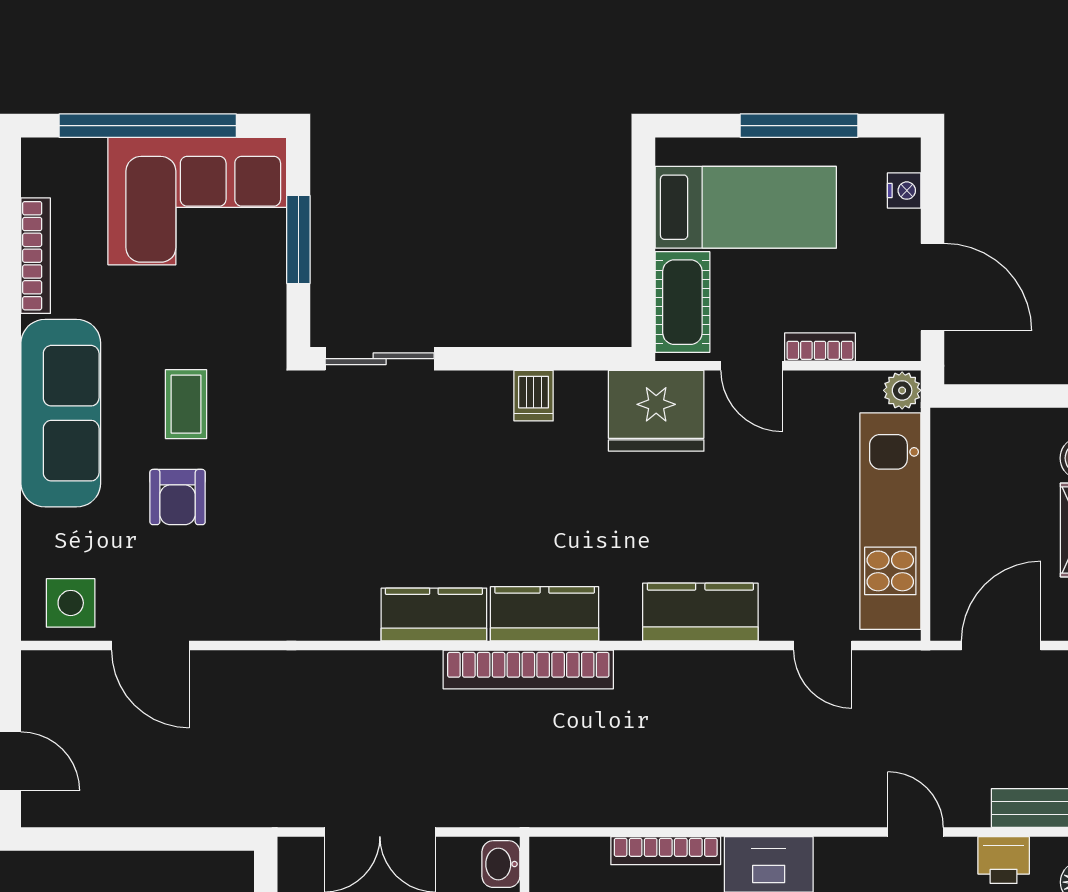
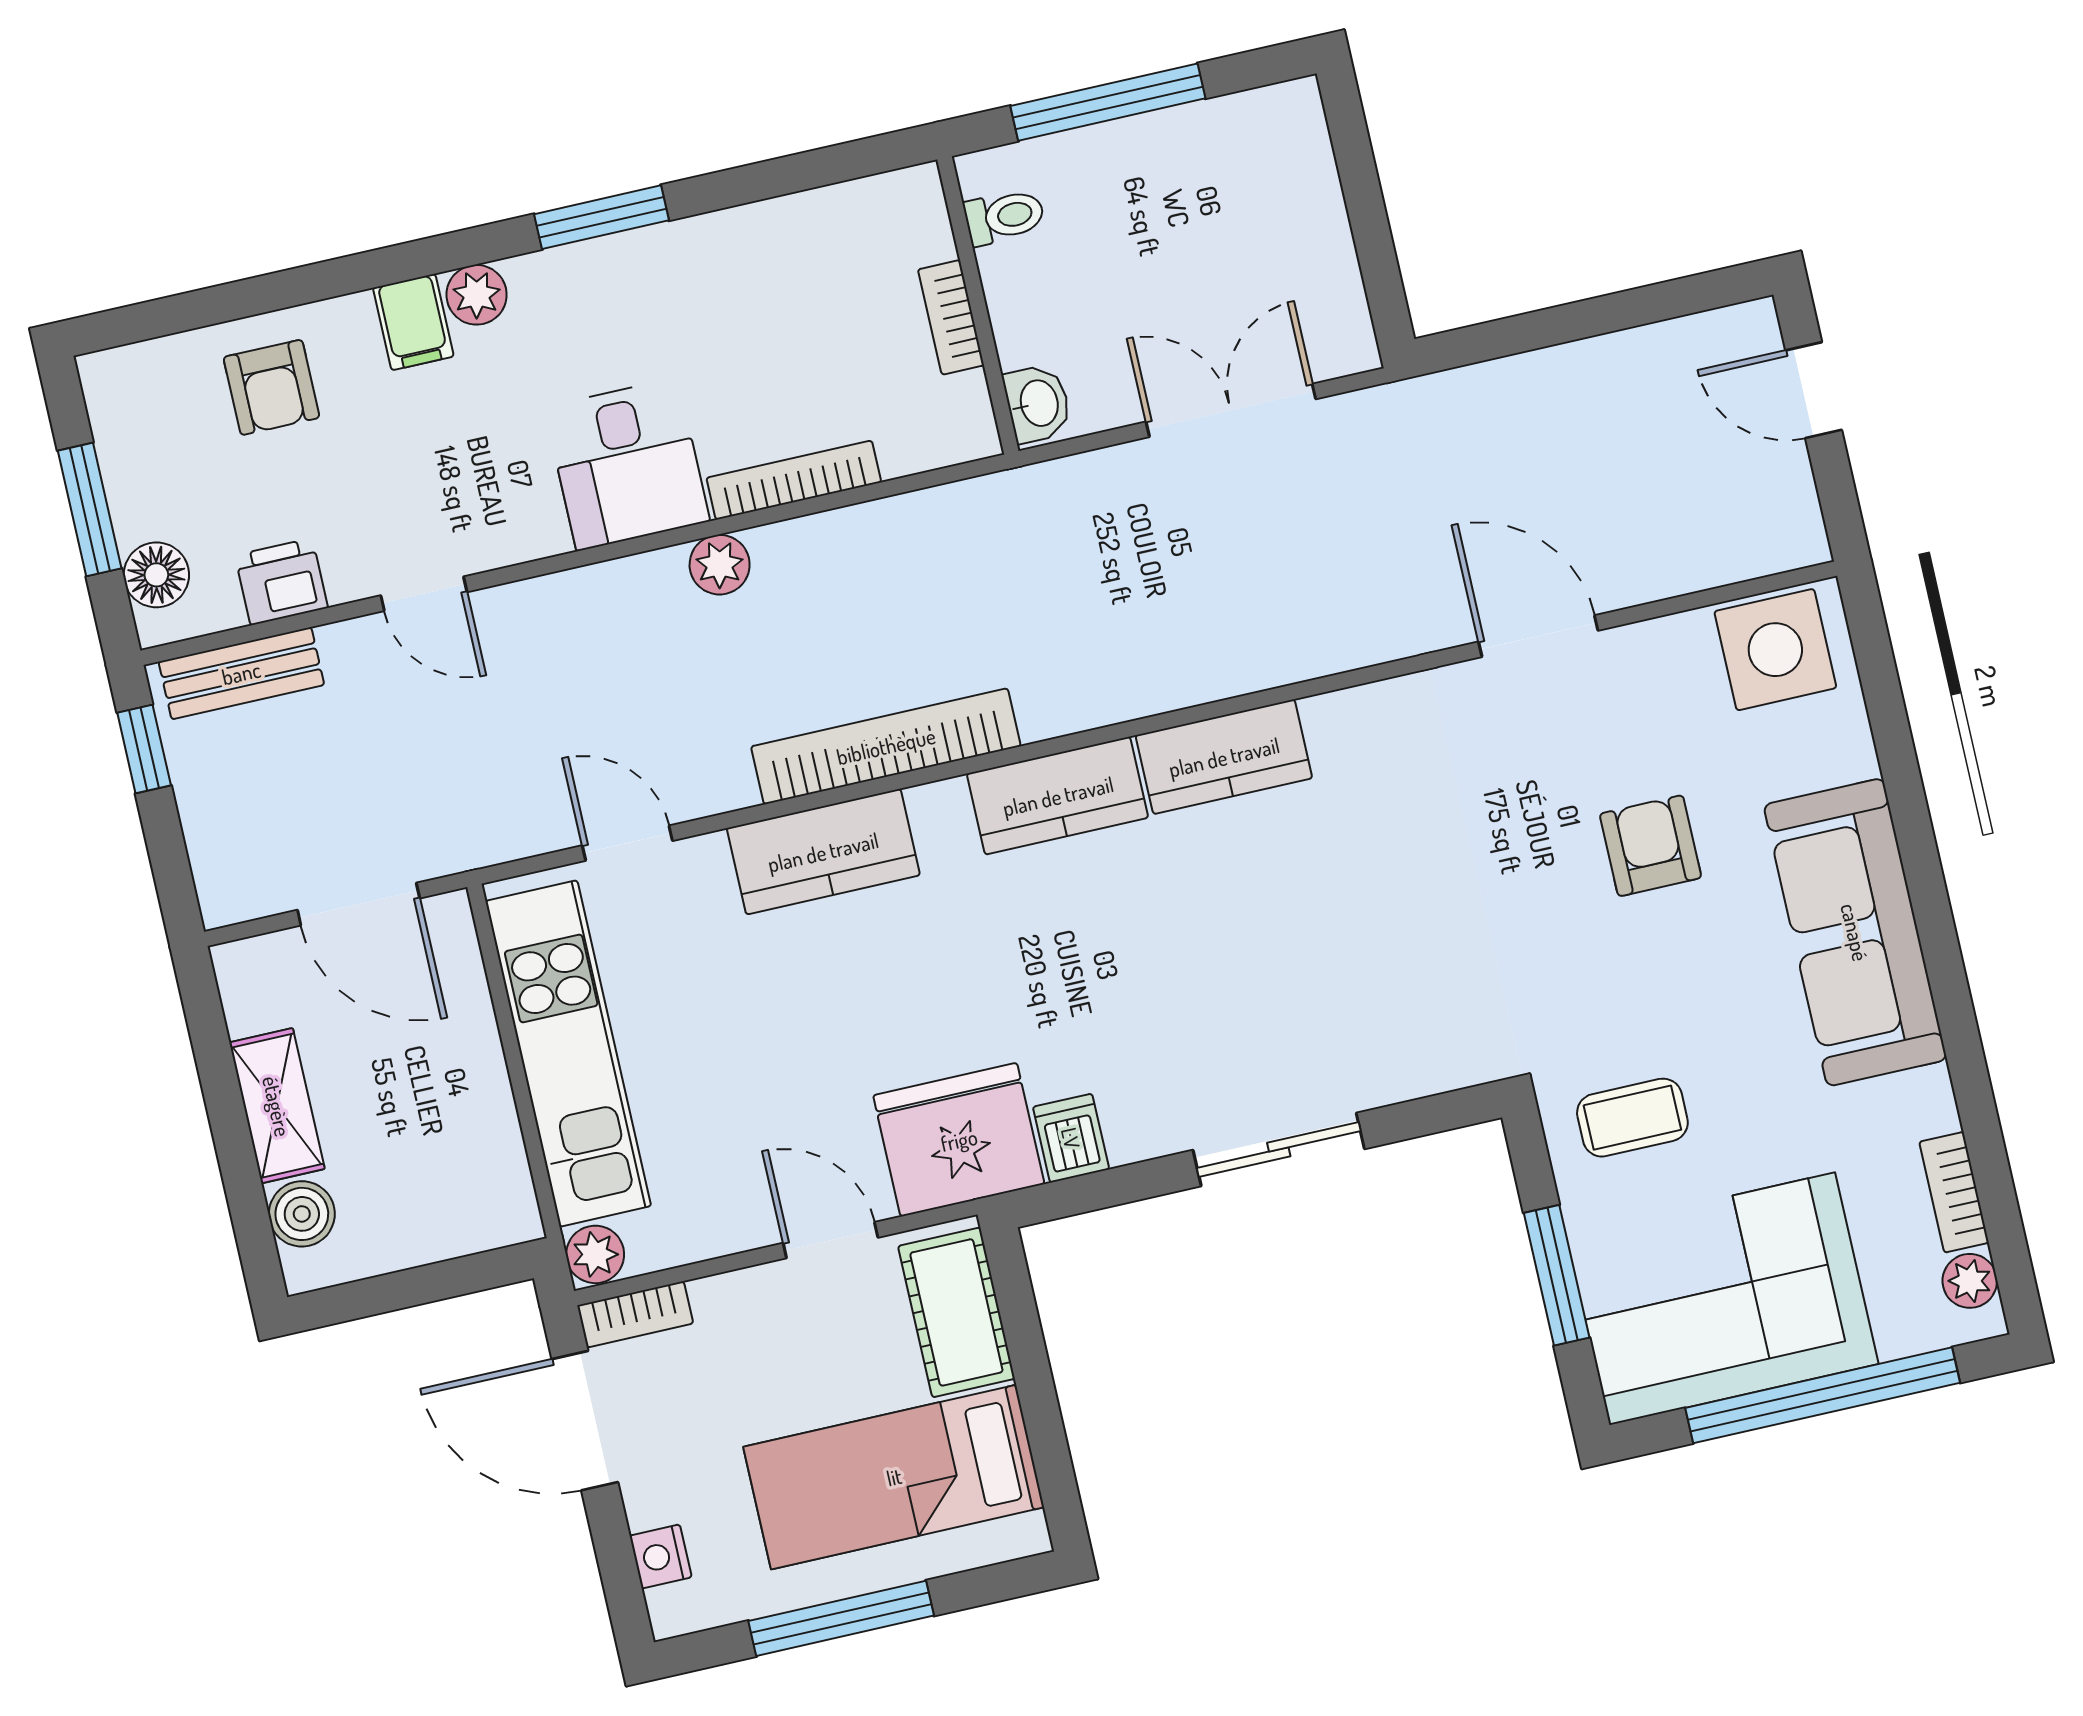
plant: (39, 177) -> (1970, 1281), added
bookcase: (36, 256) -> (1954, 1192), width x0.64
bookcase: (820, 347) -> (635, 1314), moved
sliding door: (380, 359) -> (1279, 1149), moved
dishwasher: (534, 396) -> (1071, 1138), moved
coffee table: (186, 404) -> (1632, 1118), moved, turned 90
side table: (71, 603) -> (1775, 650), width x1.37, depth x1.37
door: (150, 645) -> (1538, 636), moved
door: (1001, 645) -> (359, 904), hinge flipped
bookcase: (528, 669) -> (886, 746), moved
plant: (725, 808) -> (720, 565), added

